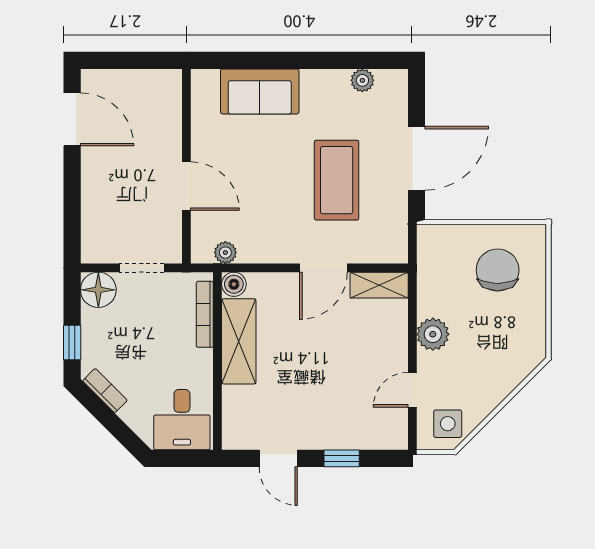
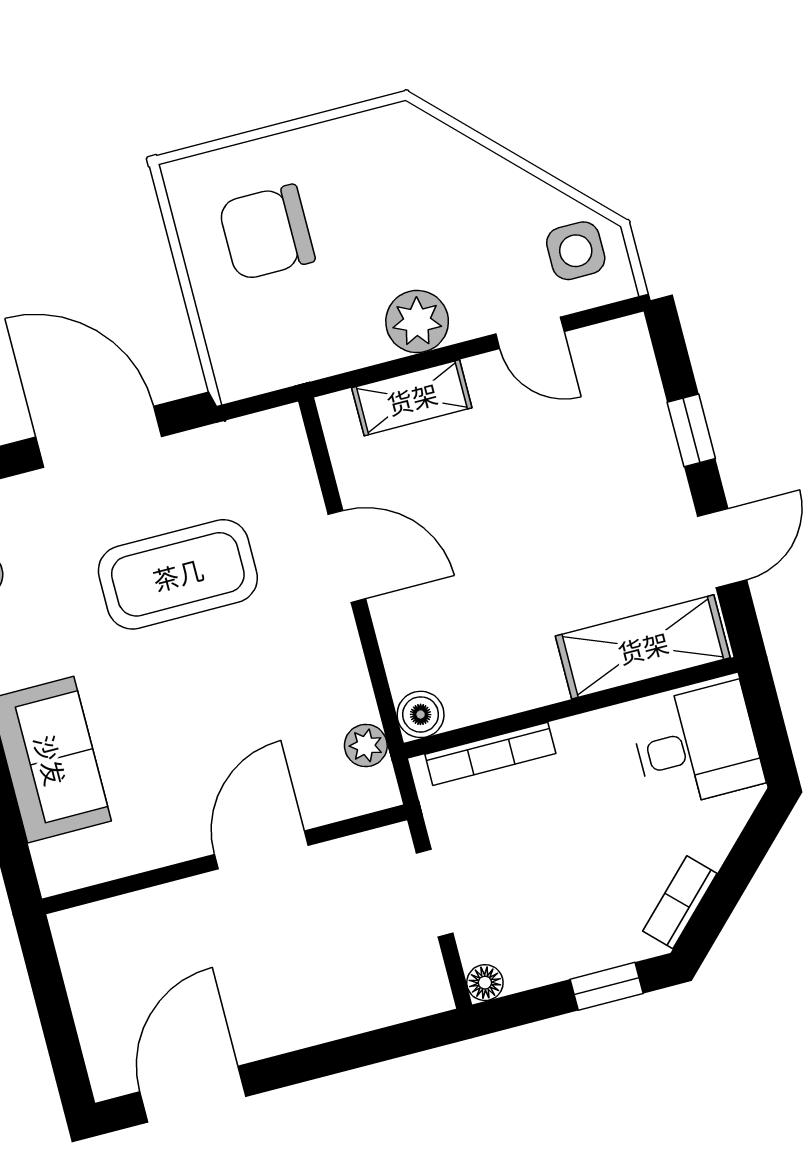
shelving: (379, 285) -> (412, 398), moved, turned 90
floor lamp: (98, 290) -> (485, 983), width x0.53, depth x0.53
shelving: (239, 341) -> (643, 647), moved

